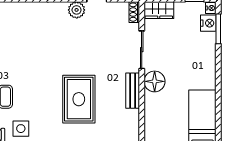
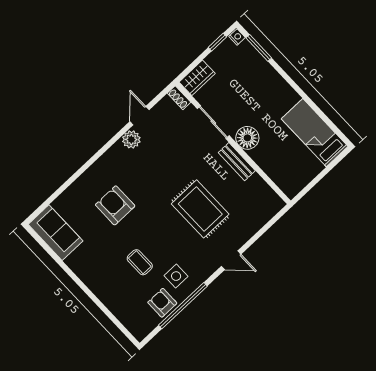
nightstand: (208, 23) -> (246, 51), removed
armchair: (25, 44) -> (115, 205), added

